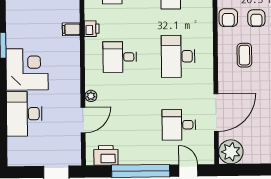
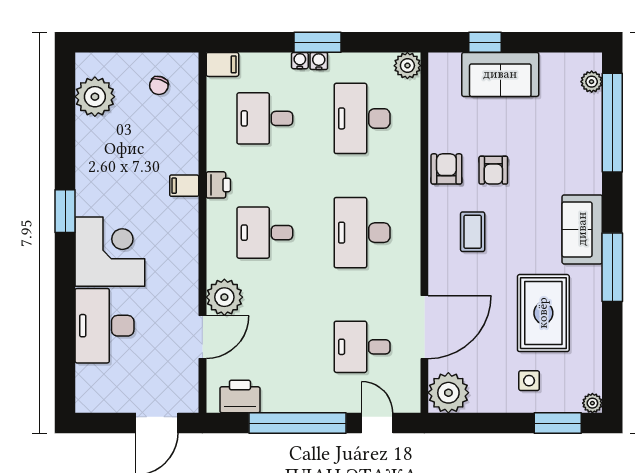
armchair: (228, 18) -> (446, 169), turned 180
plant: (91, 96) -> (224, 297), width x1.87, depth x1.87

